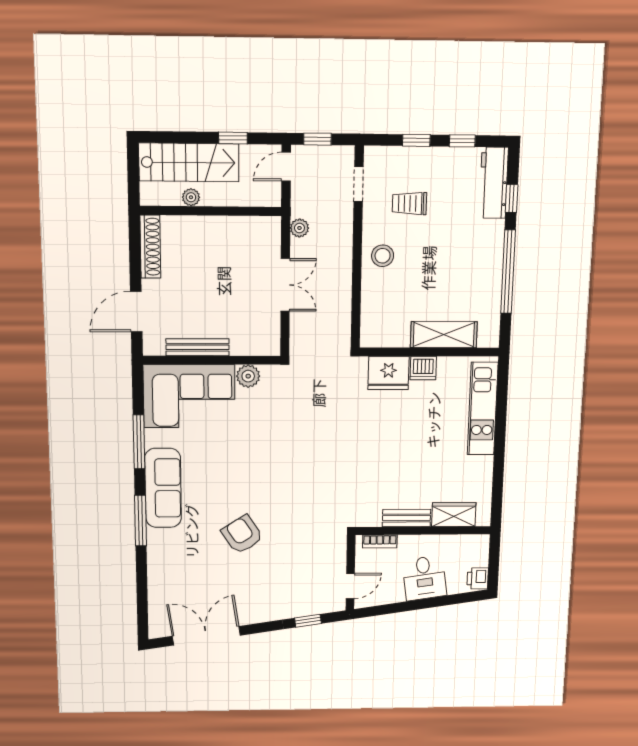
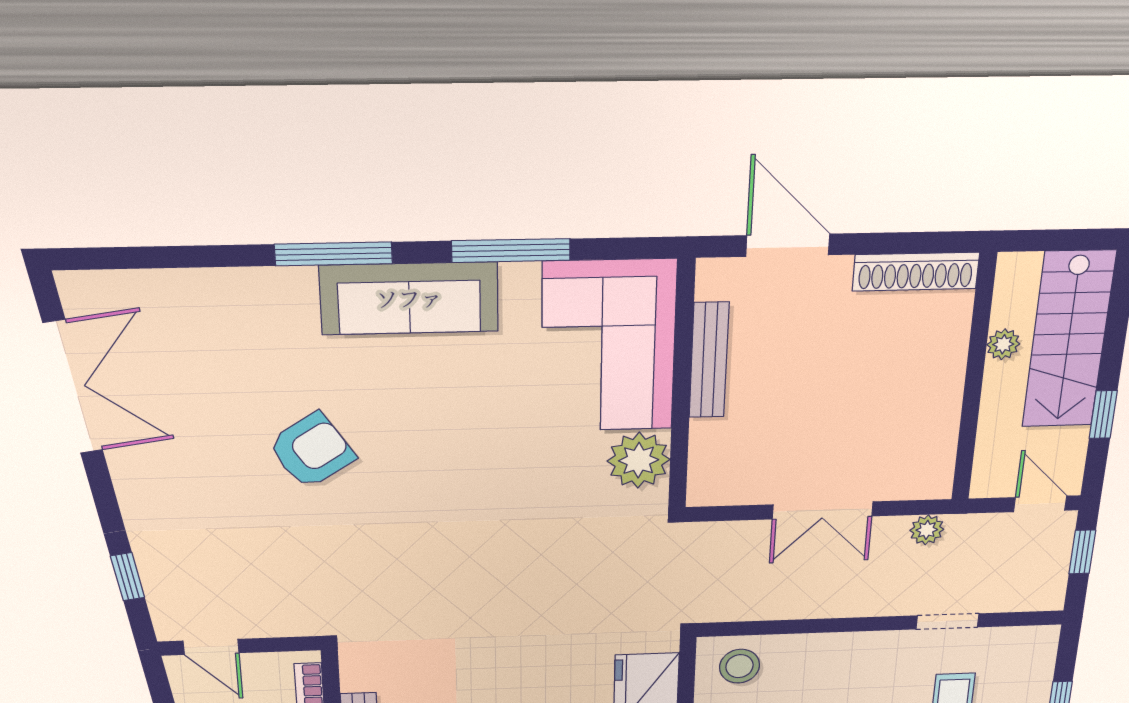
doorway: (359, 184) -> (948, 621), moved
stool: (383, 256) -> (740, 666), moved
plant: (248, 376) -> (639, 460), width x1.36, depth x1.36

